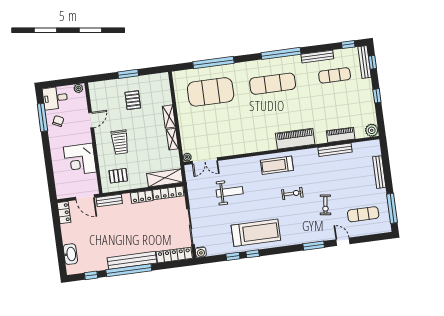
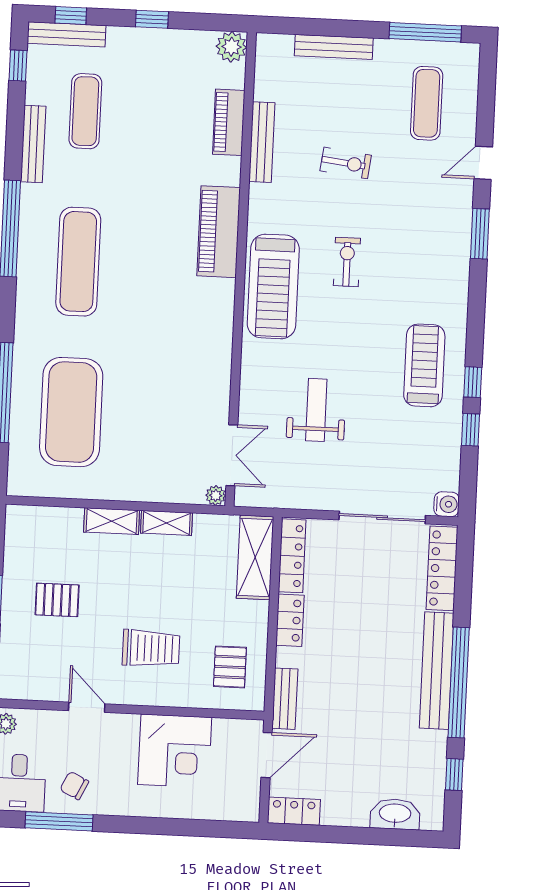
treadmill: (277, 165) -> (273, 286), width x1.37, depth x1.38
exercise bike: (325, 205) -> (346, 163), moved
treadmill: (256, 233) -> (424, 365), width x0.73, depth x0.73

